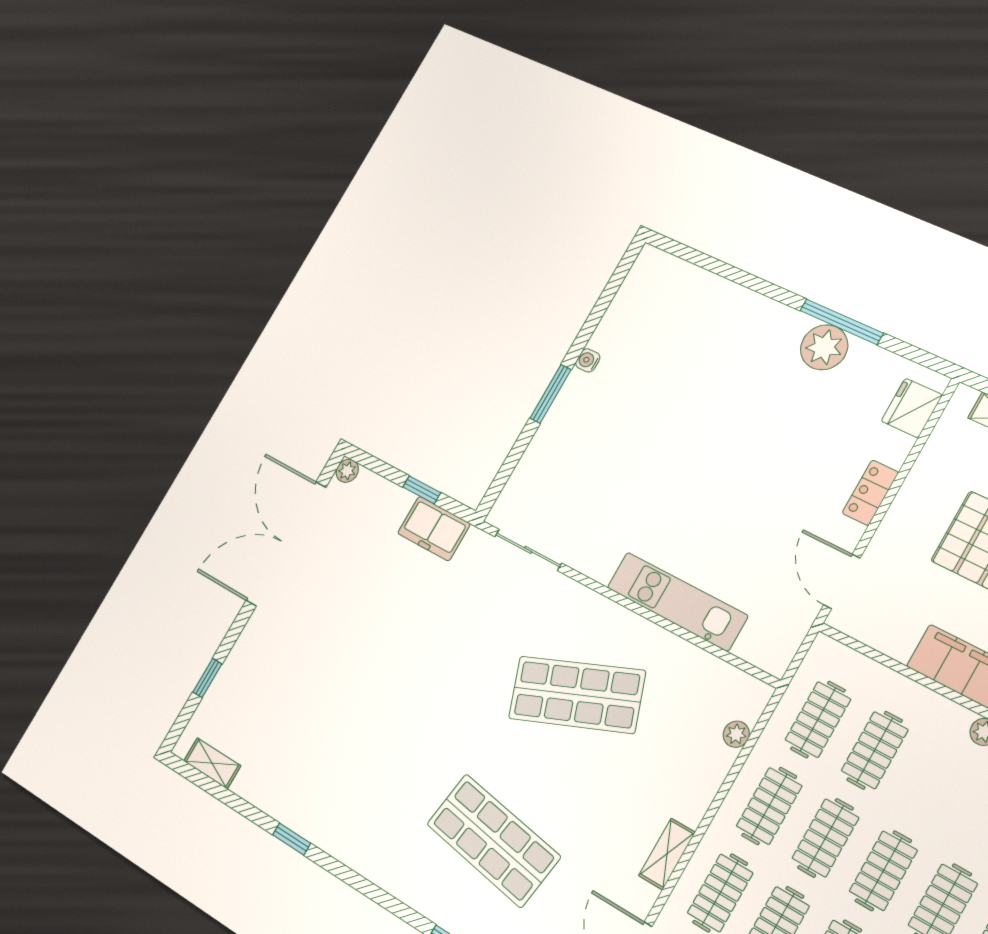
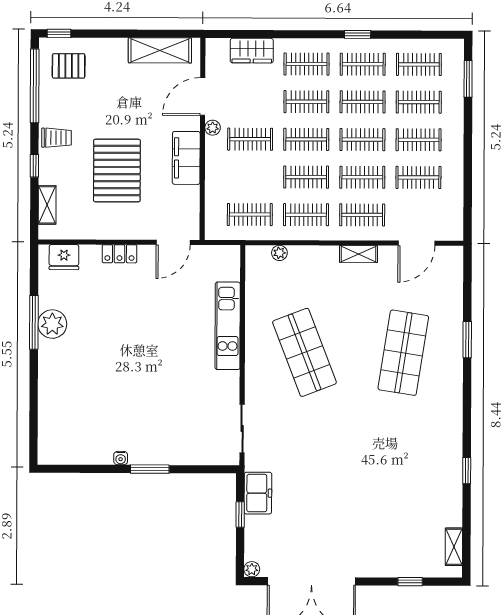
clothes rail: (875, 750) -> (250, 139), moved

